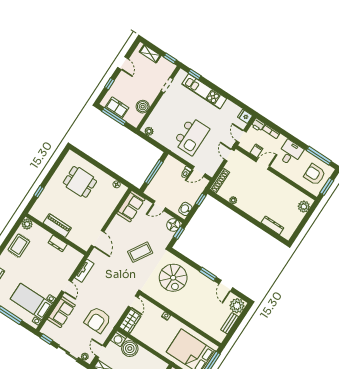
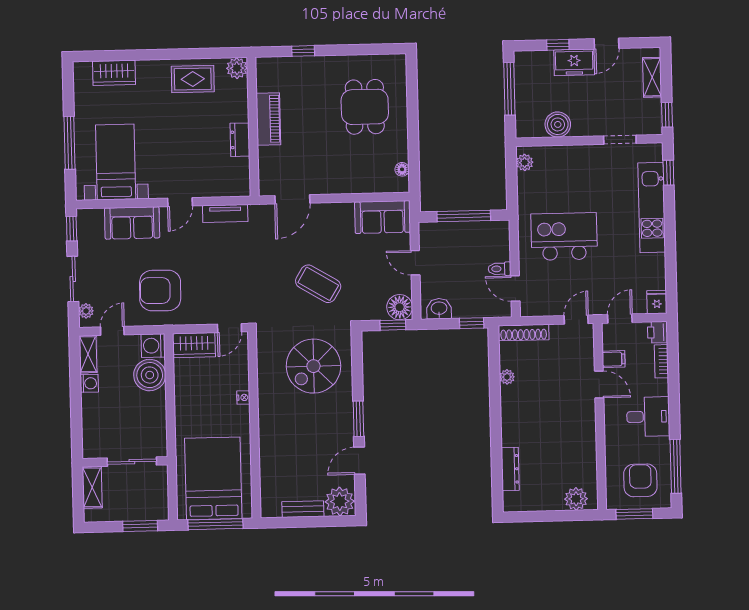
freezer: (117, 108) -> (574, 62), moved, turned 90
kitchen island: (191, 136) -> (564, 237), turned 180

